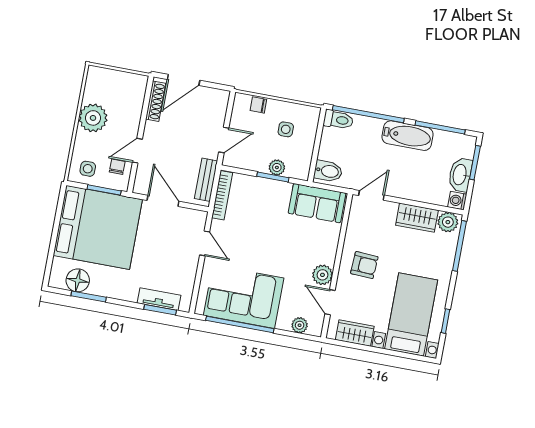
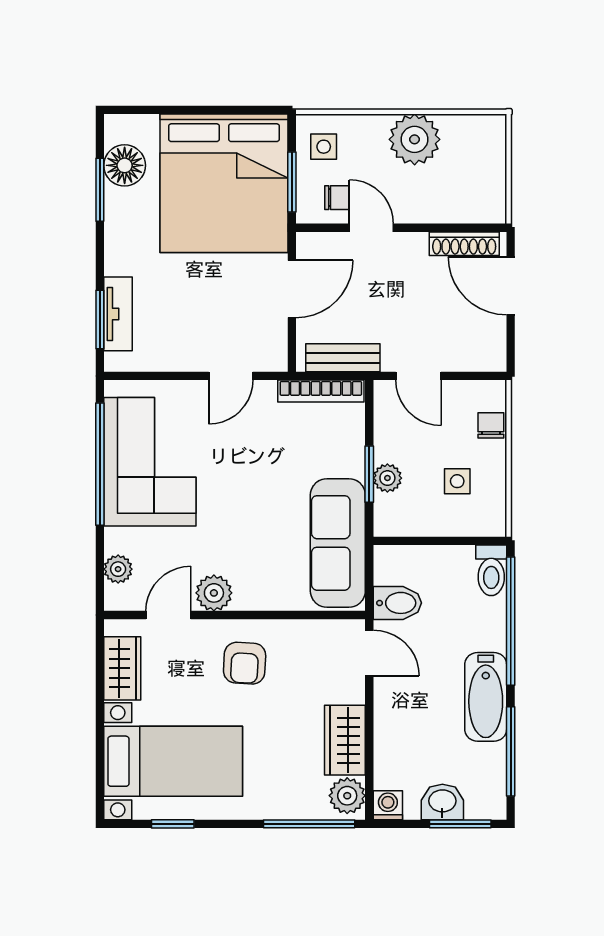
bidet: (328, 171) -> (397, 603), moved, turned -90
washbasin: (460, 175) -> (442, 802), width x0.72
sofa: (317, 203) -> (338, 543), width x1.36

